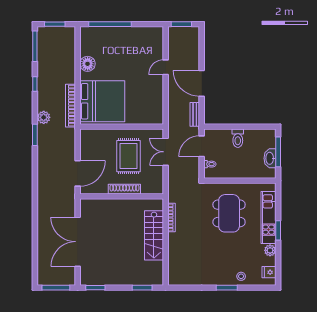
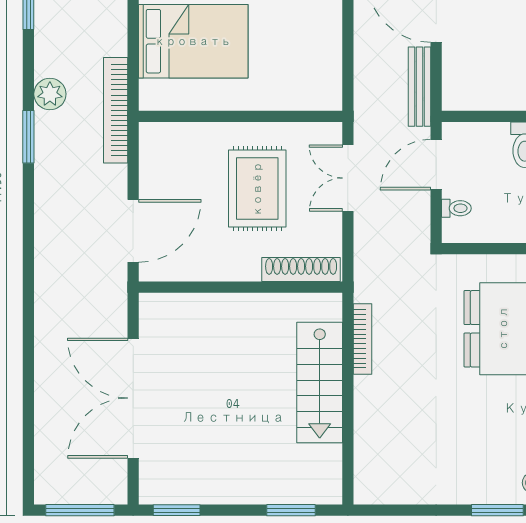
bed: (102, 101) -> (193, 41), width x0.73
bookcase: (71, 106) -> (116, 110), moved
bench: (195, 114) -> (419, 87), width x1.36
shoe rack: (124, 189) -> (301, 270), moved

